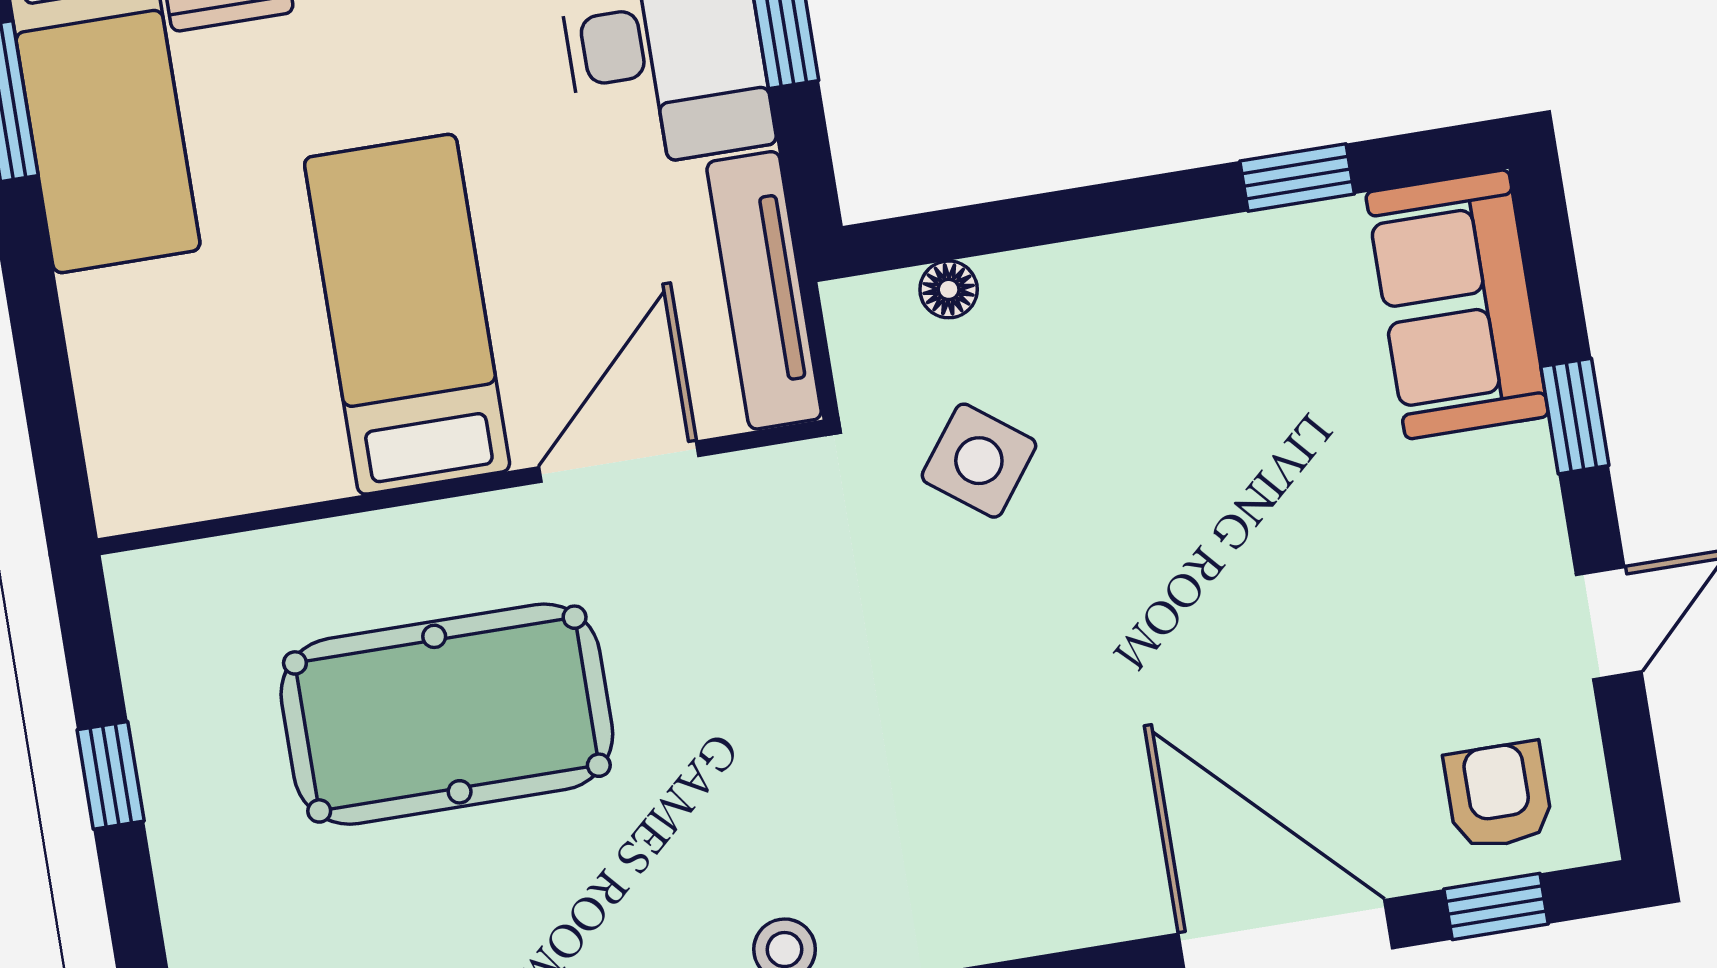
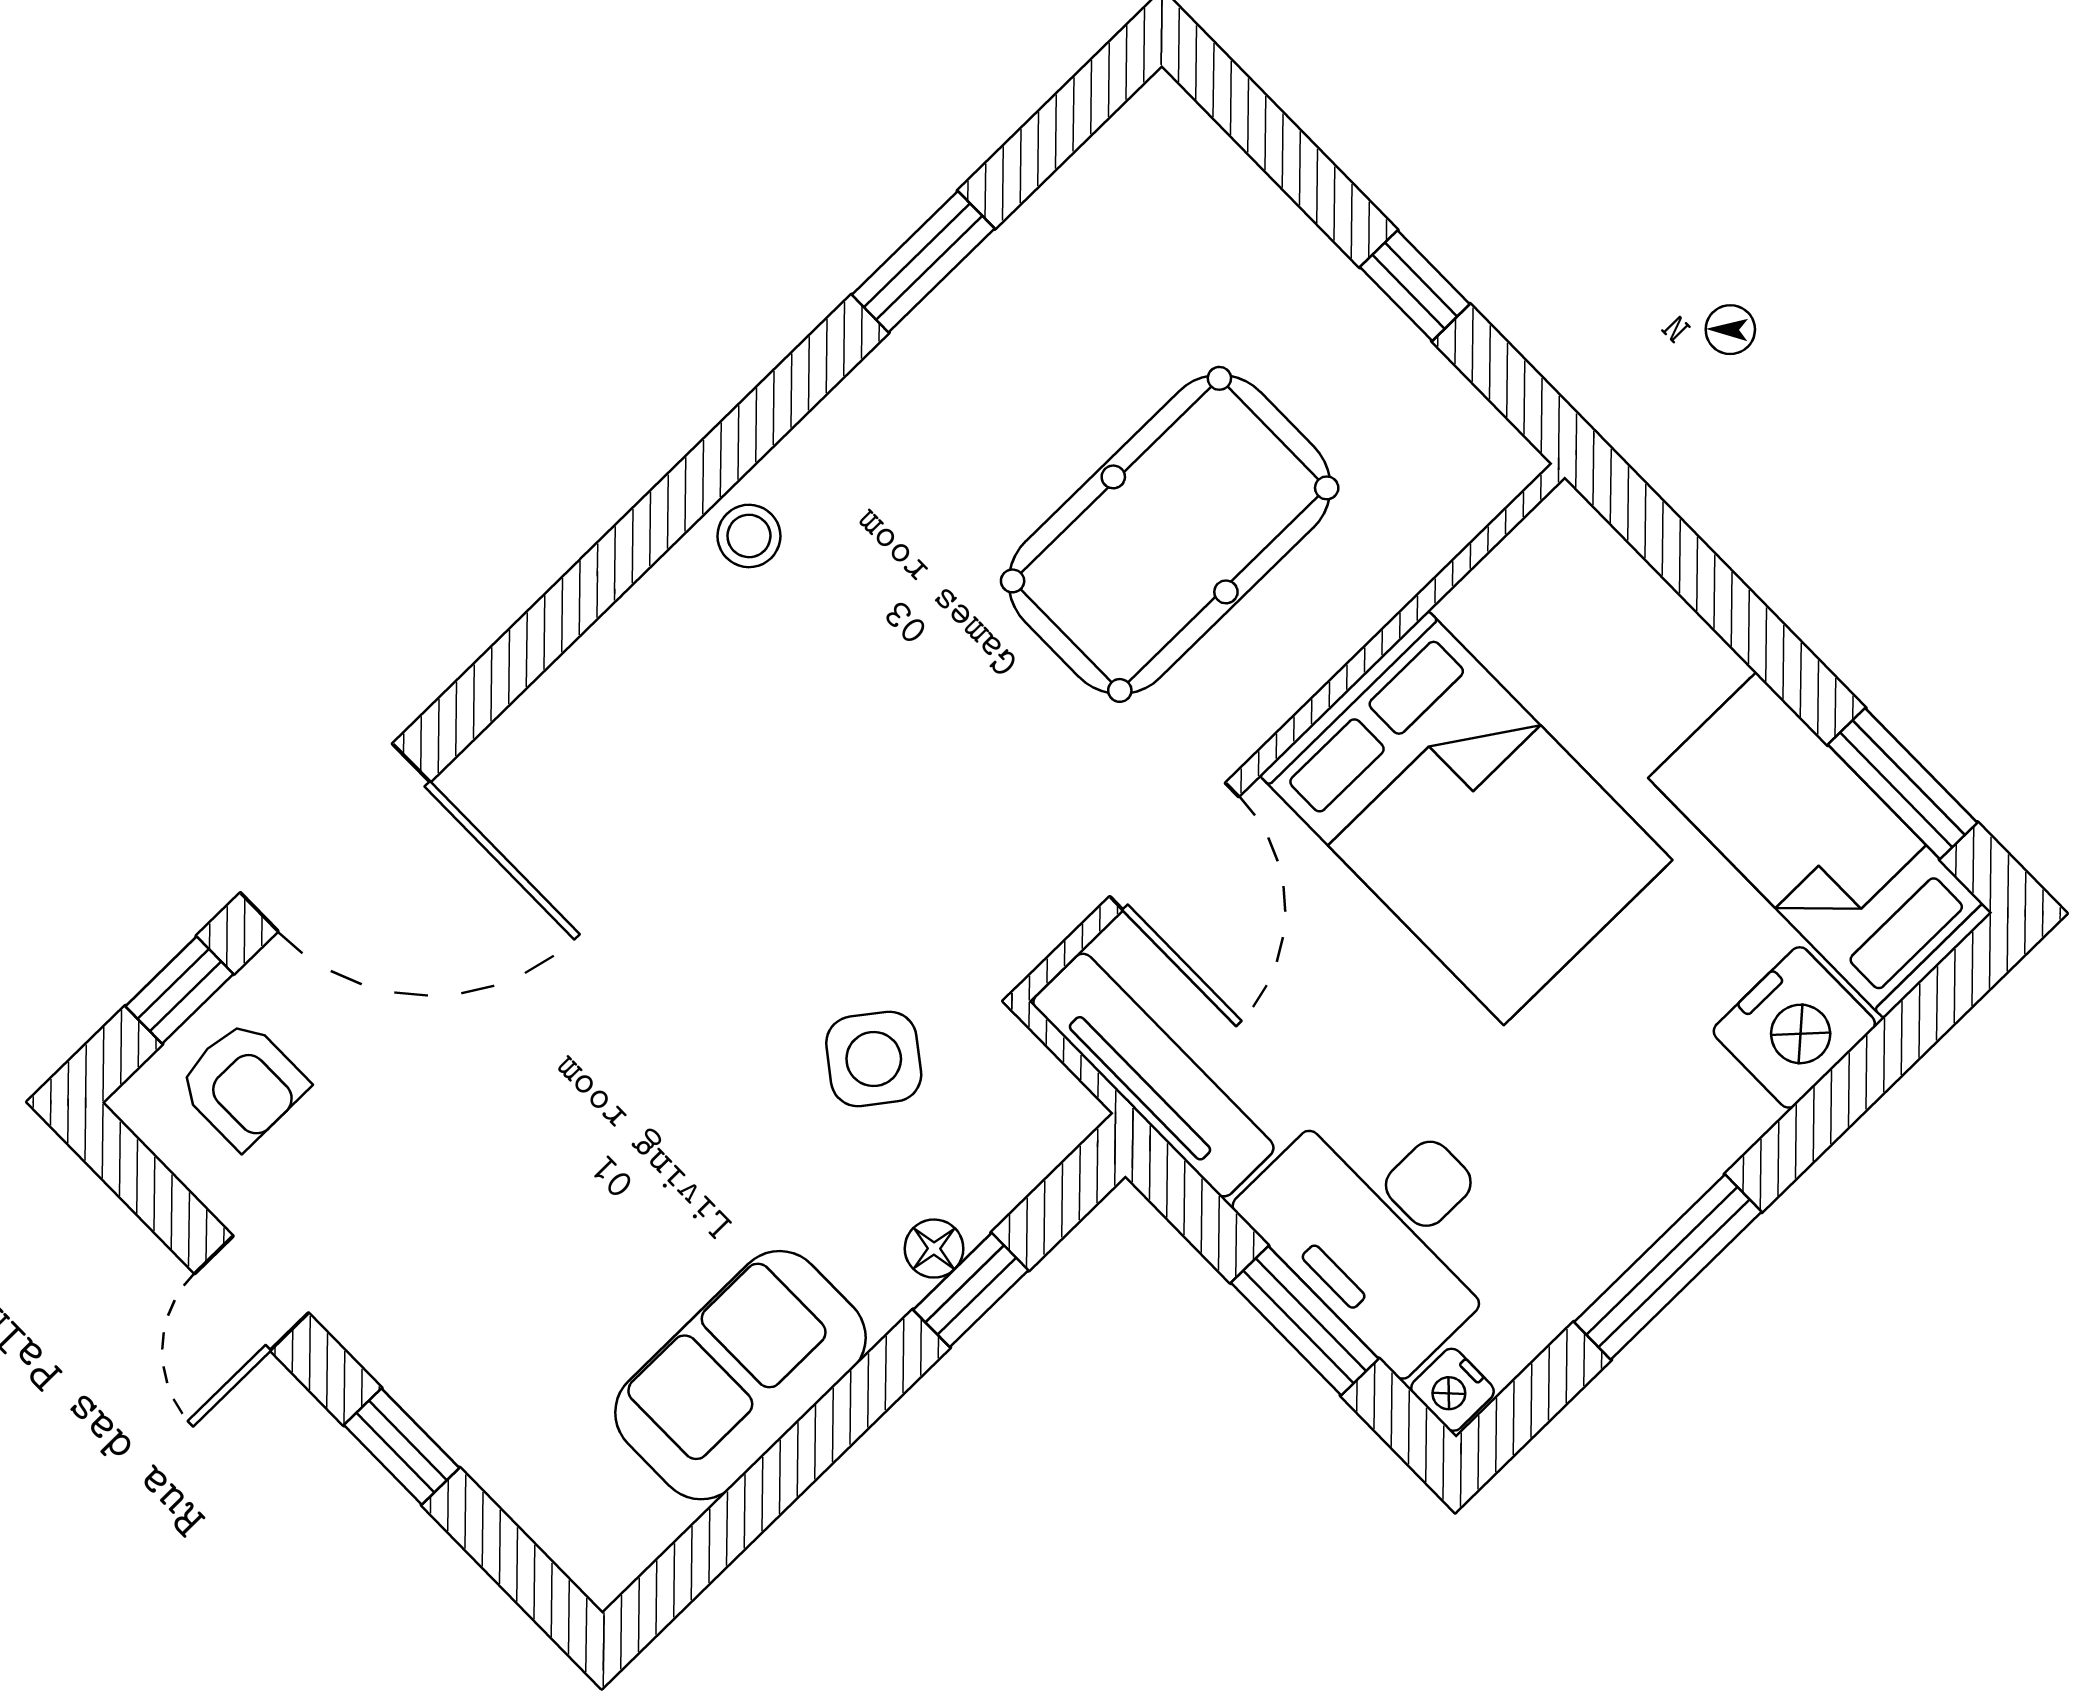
window: (1297, 177) -> (971, 1290), moved
floor lamp: (949, 289) -> (934, 1249), moved
sofa: (1457, 304) -> (740, 1375), moved, turned -90
bed: (407, 314) -> (1466, 818), width x1.50

